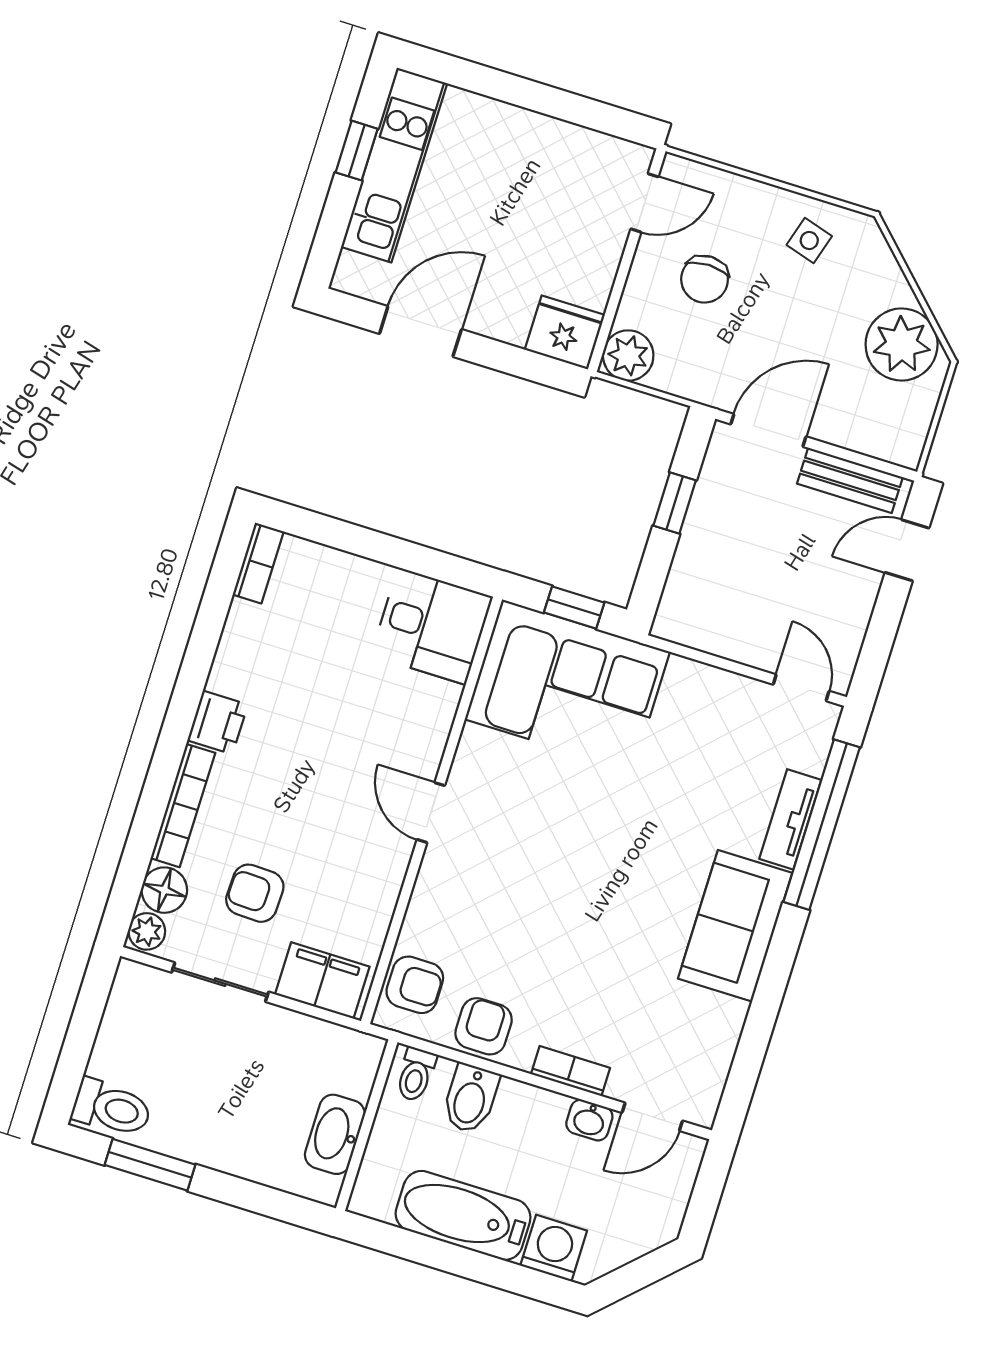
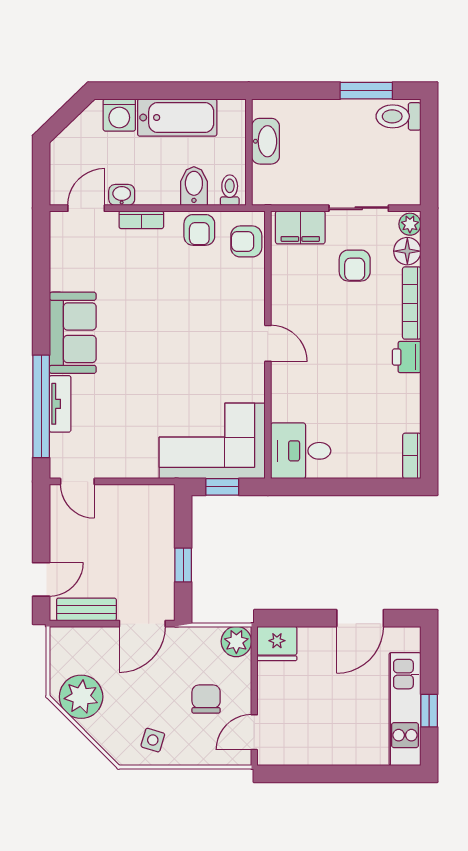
armchair: (255, 893) -> (355, 266), turned 88

